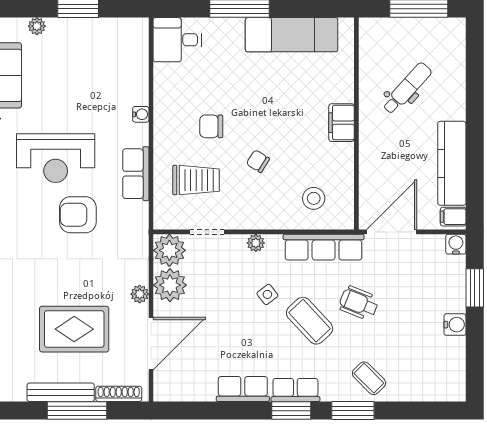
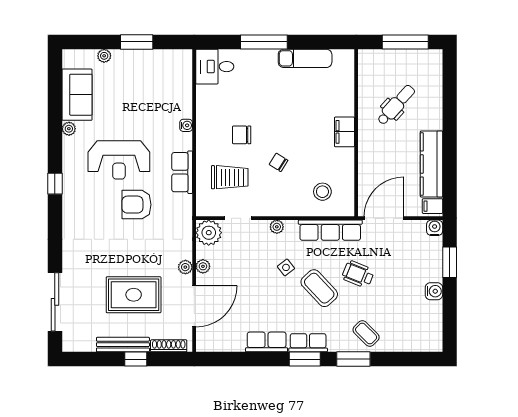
exam couch: (292, 35) -> (305, 58), width x0.73, depth x0.69
plant: (170, 285) -> (203, 266), width x0.53, depth x0.53
window: (77, 411) -> (136, 359), width x0.46

